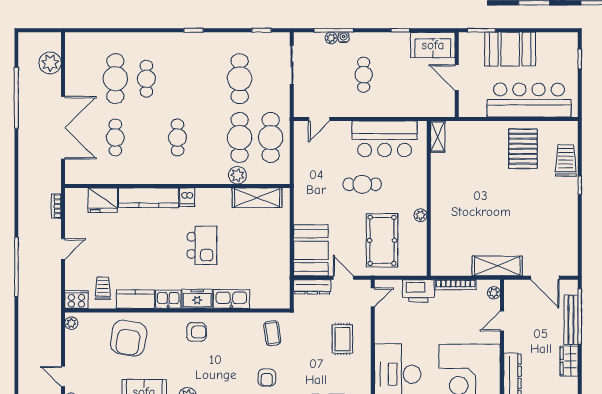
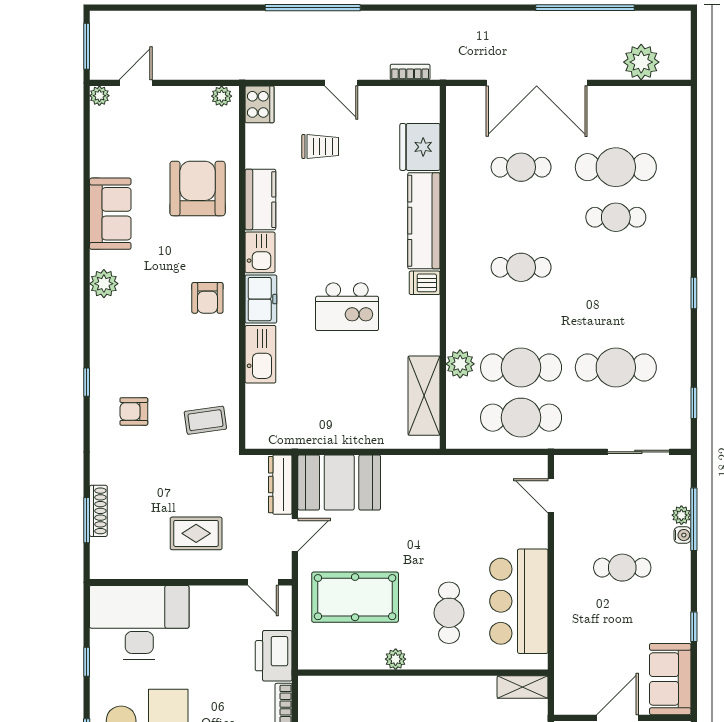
cafe table: (362, 184) -> (449, 613), moved
trolley: (103, 288) -> (320, 146), moved
armchair: (129, 338) -> (198, 189), turned 81

